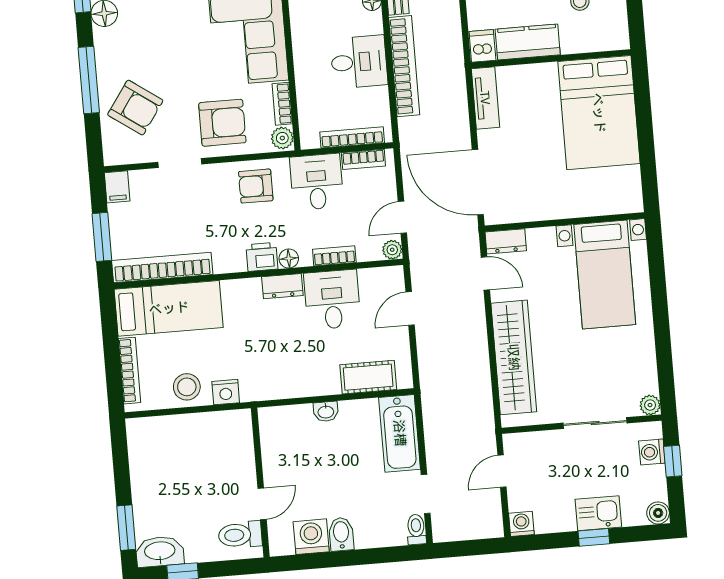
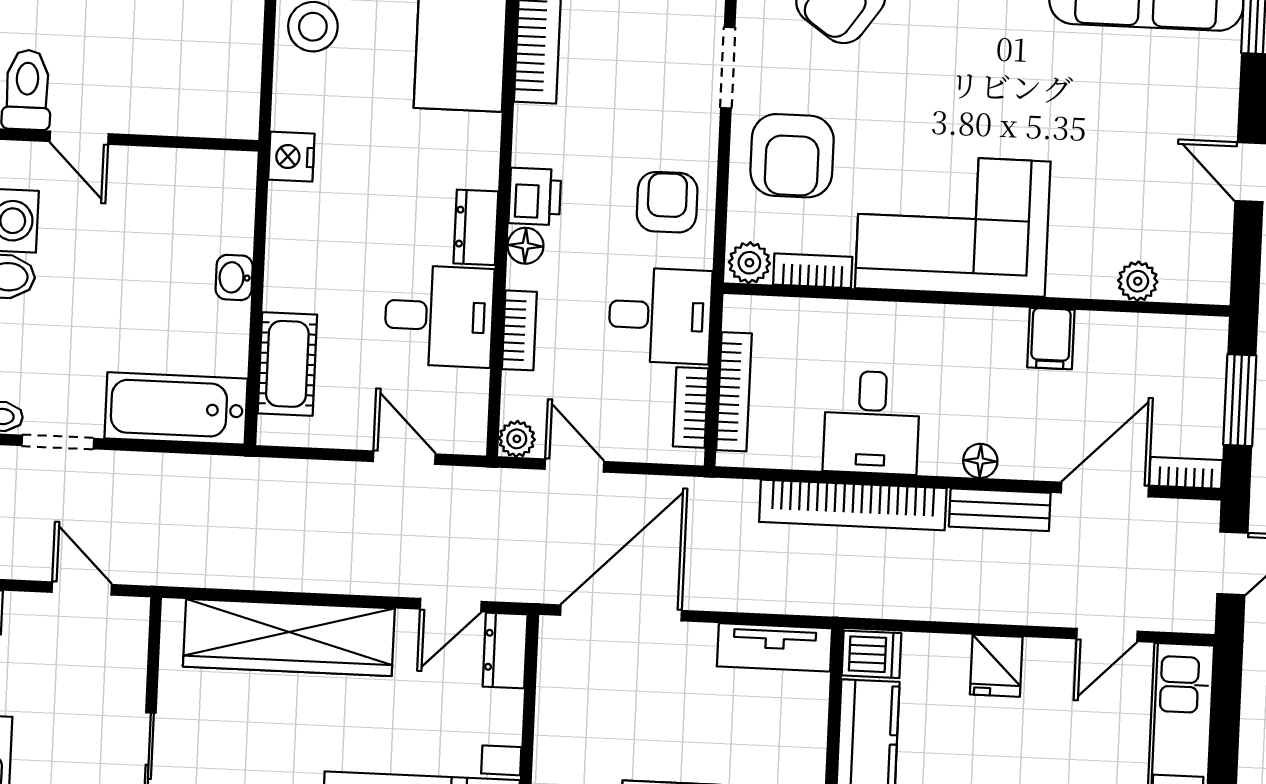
nightstand: (226, 392) -> (291, 157), moved

